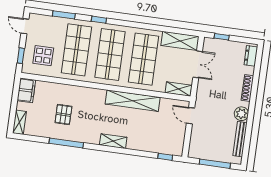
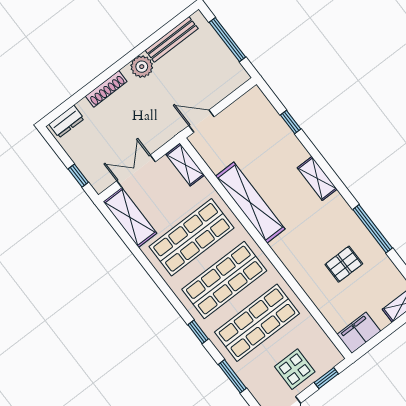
display table: (43, 56) -> (295, 369), moved
door: (190, 116) -> (202, 121), swing flipped
window: (165, 157) -> (291, 122), moved

